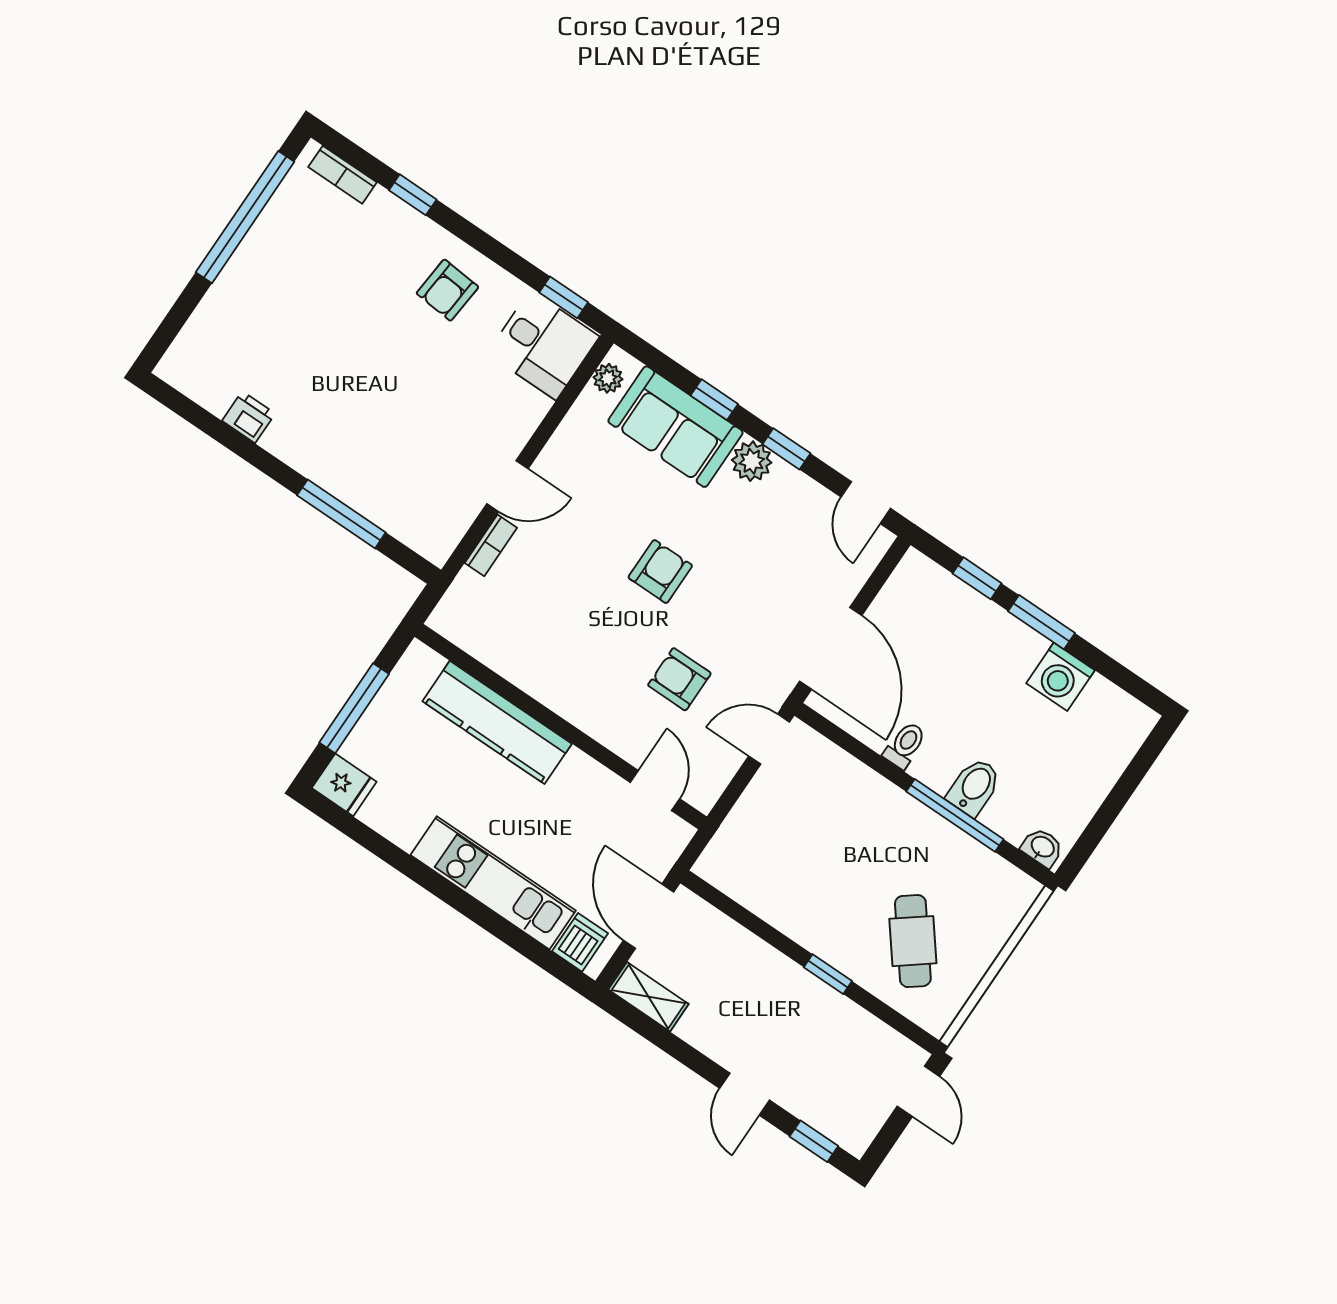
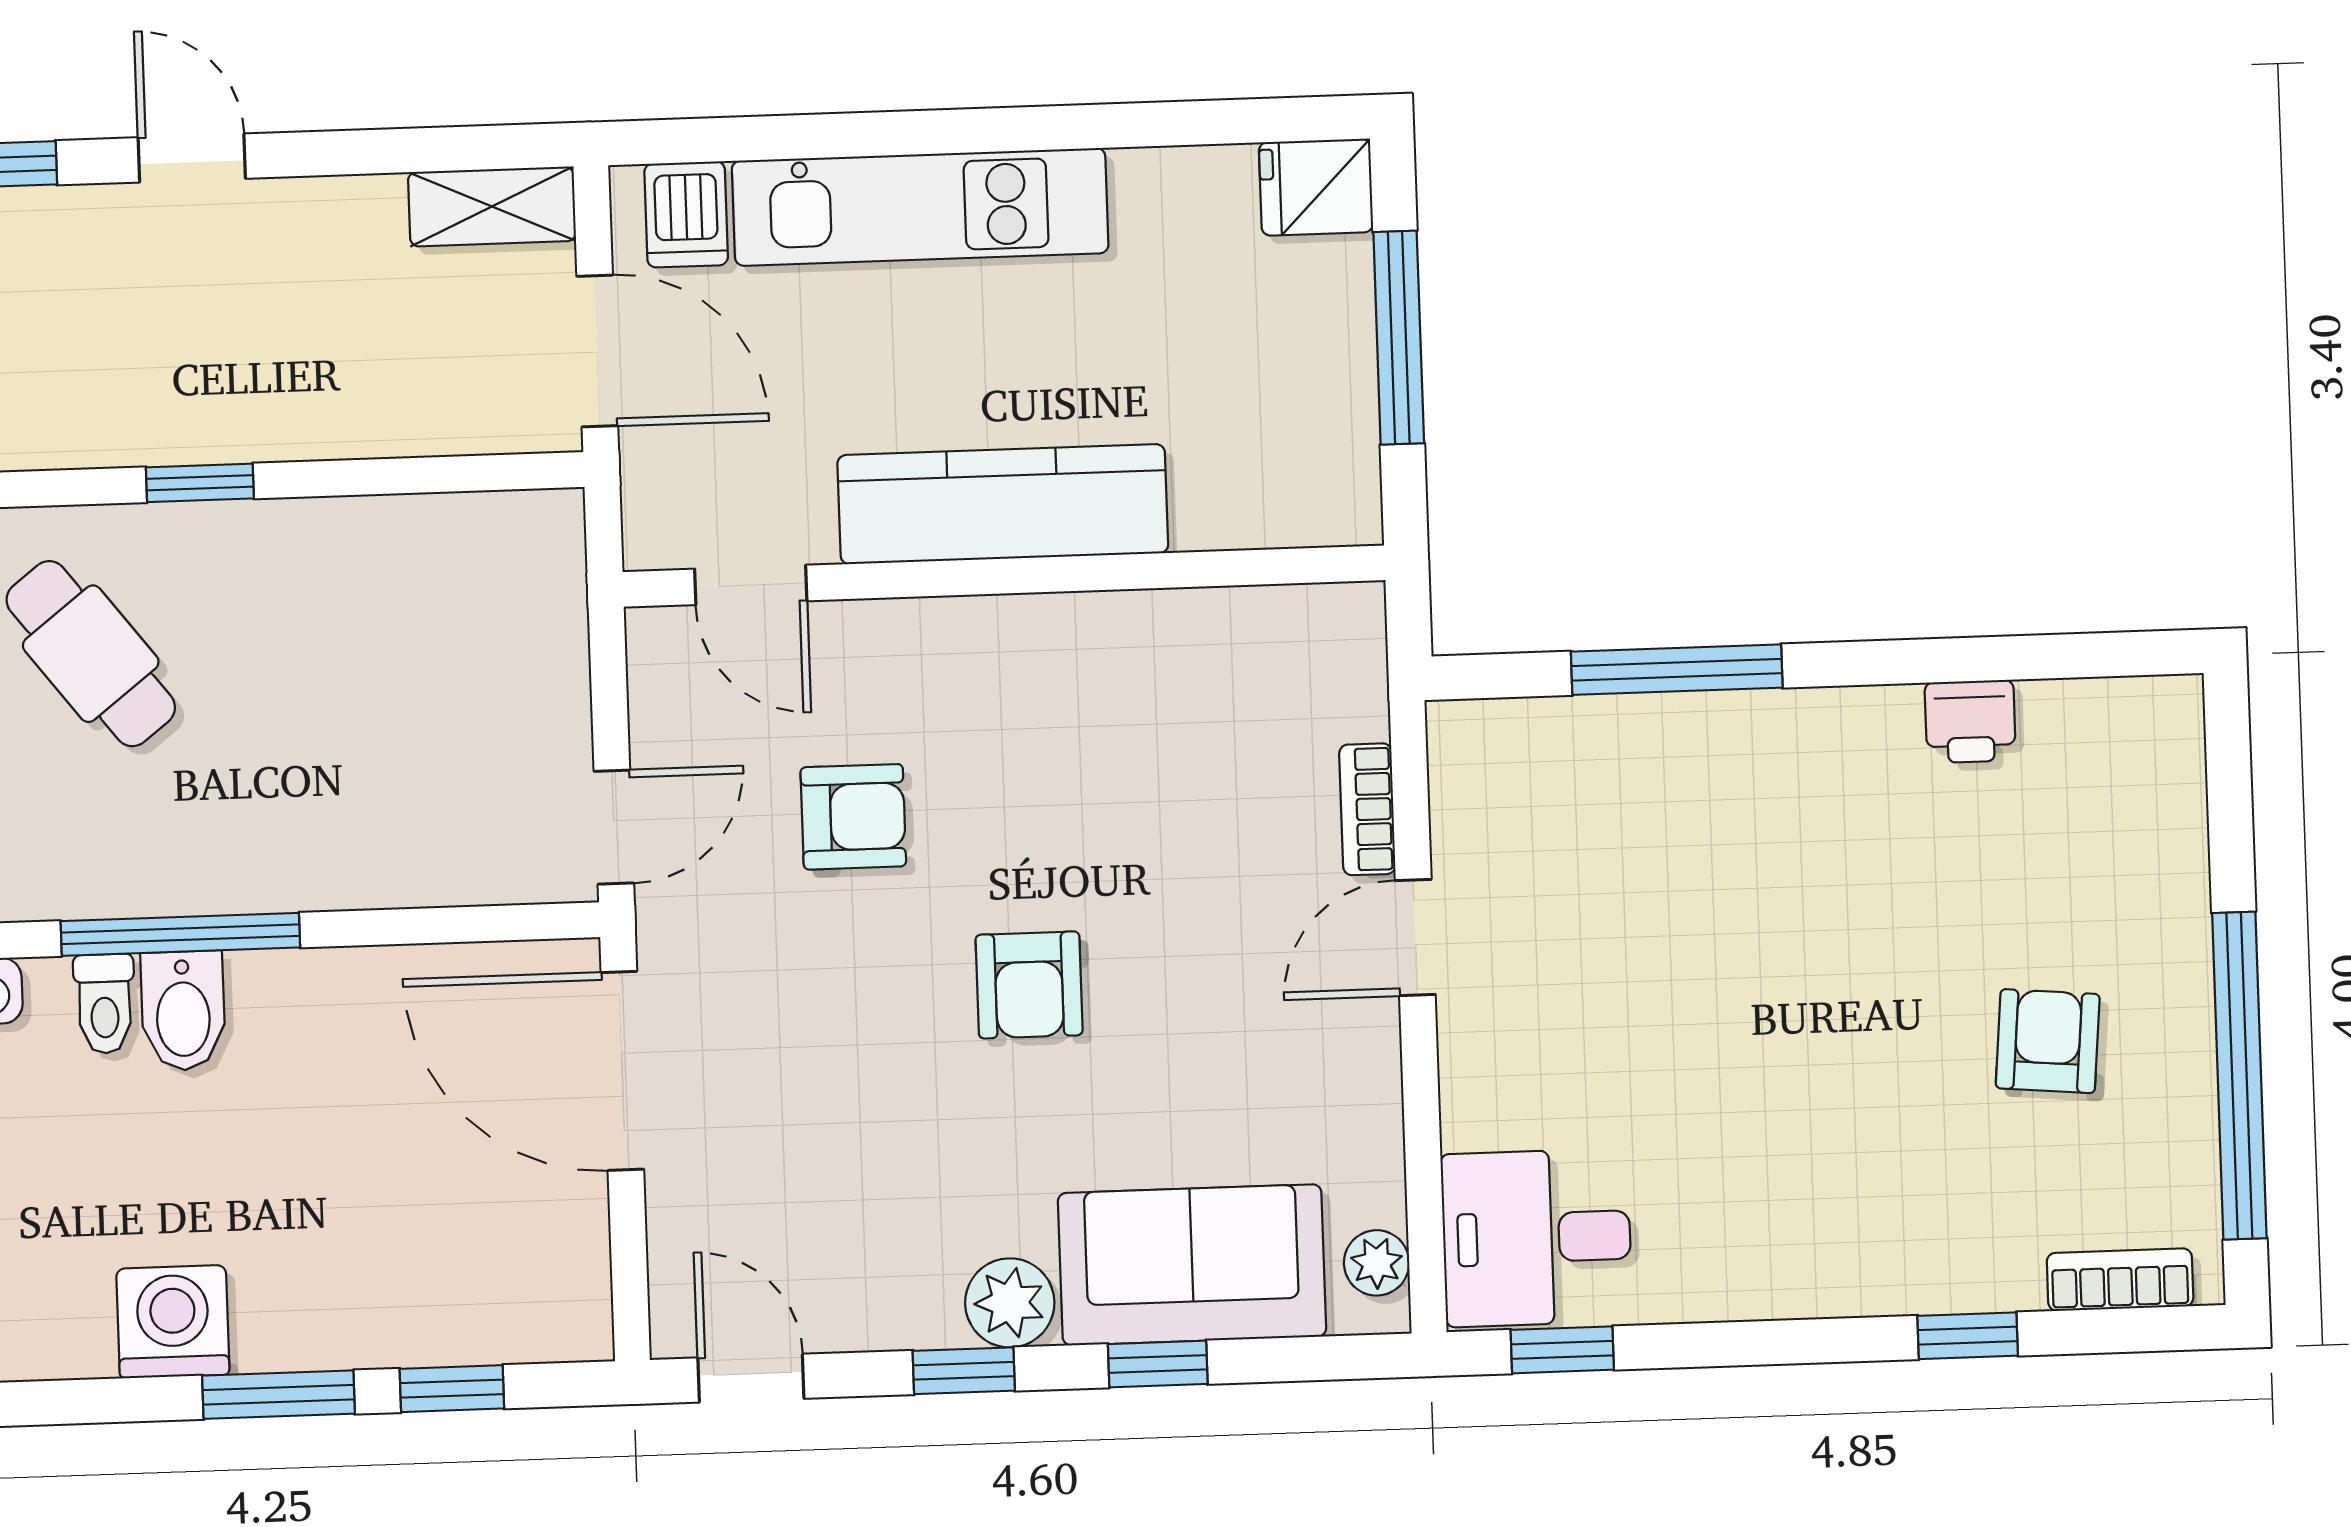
armchair: (447, 290) -> (2048, 1041), moved
kitchen counter: (497, 722) -> (1003, 504), moved
toilet: (905, 745) -> (105, 1004), moved

